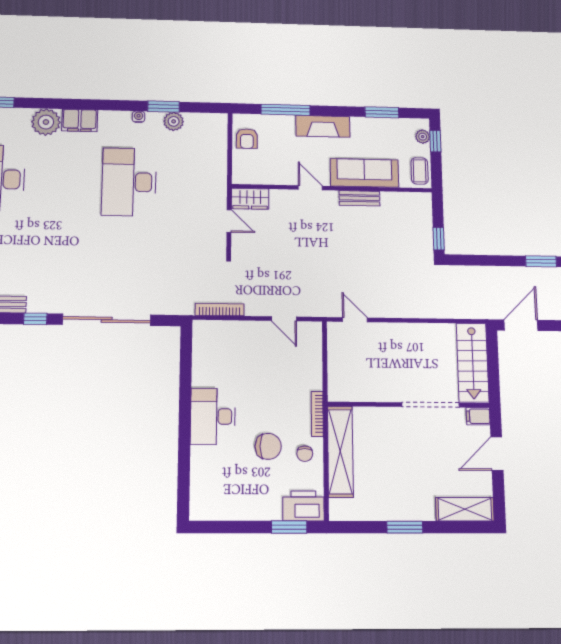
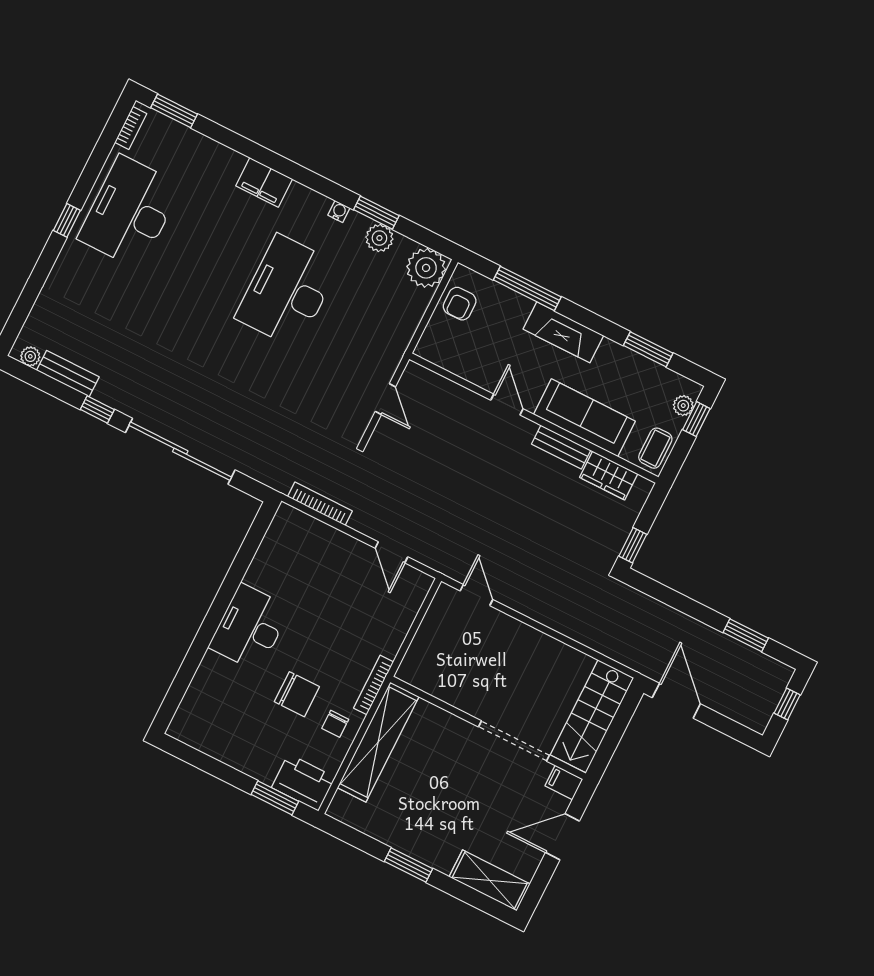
plant: (46, 122) -> (426, 268), moved
wardrobe: (250, 199) -> (609, 476), moved
door: (521, 325) -> (676, 701), hinge flipped

